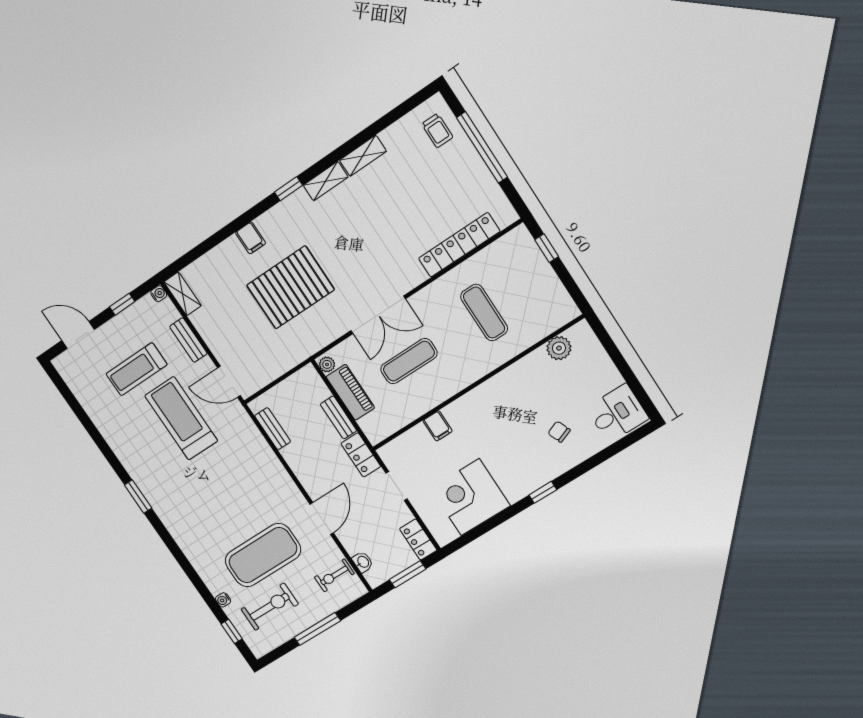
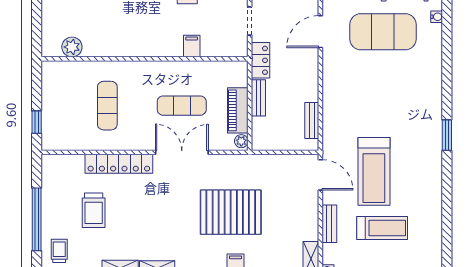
trolley: (429, 197) -> (94, 210), added
locker: (459, 245) -> (119, 164), moved

